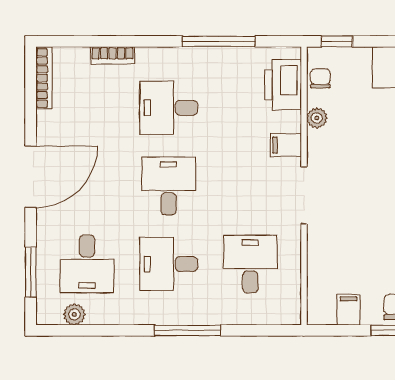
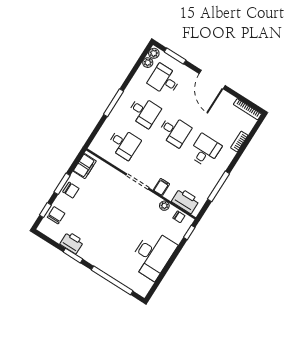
desk: (169, 264) -> (144, 112), turned 90
filing cabinet: (348, 310) -> (85, 166), width x2.00
plant: (50, 314) -> (154, 53), added

